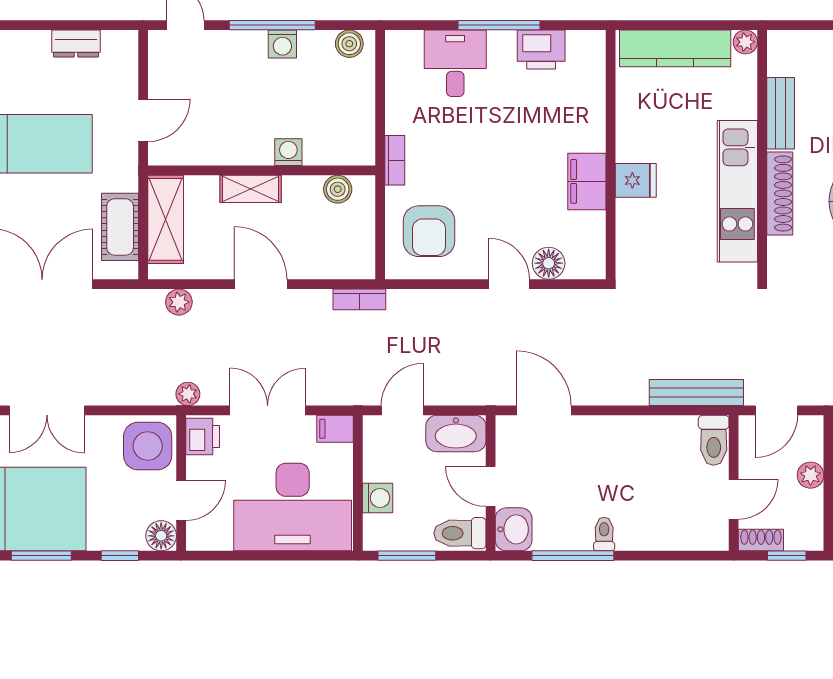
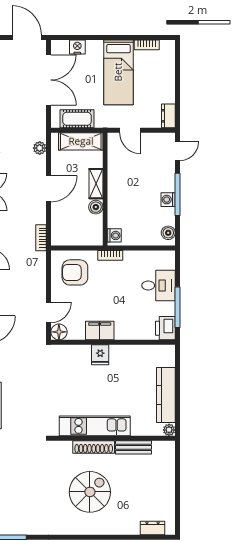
dresser: (76, 44) -> (168, 116), moved
washing machine: (288, 152) -> (114, 235), moved
wall: (611, 155) -> (113, 342), moved
fridge: (636, 180) -> (100, 355), moved
filing cabinet: (587, 181) -> (100, 331), moved
boiler: (338, 189) -> (96, 207), moved

